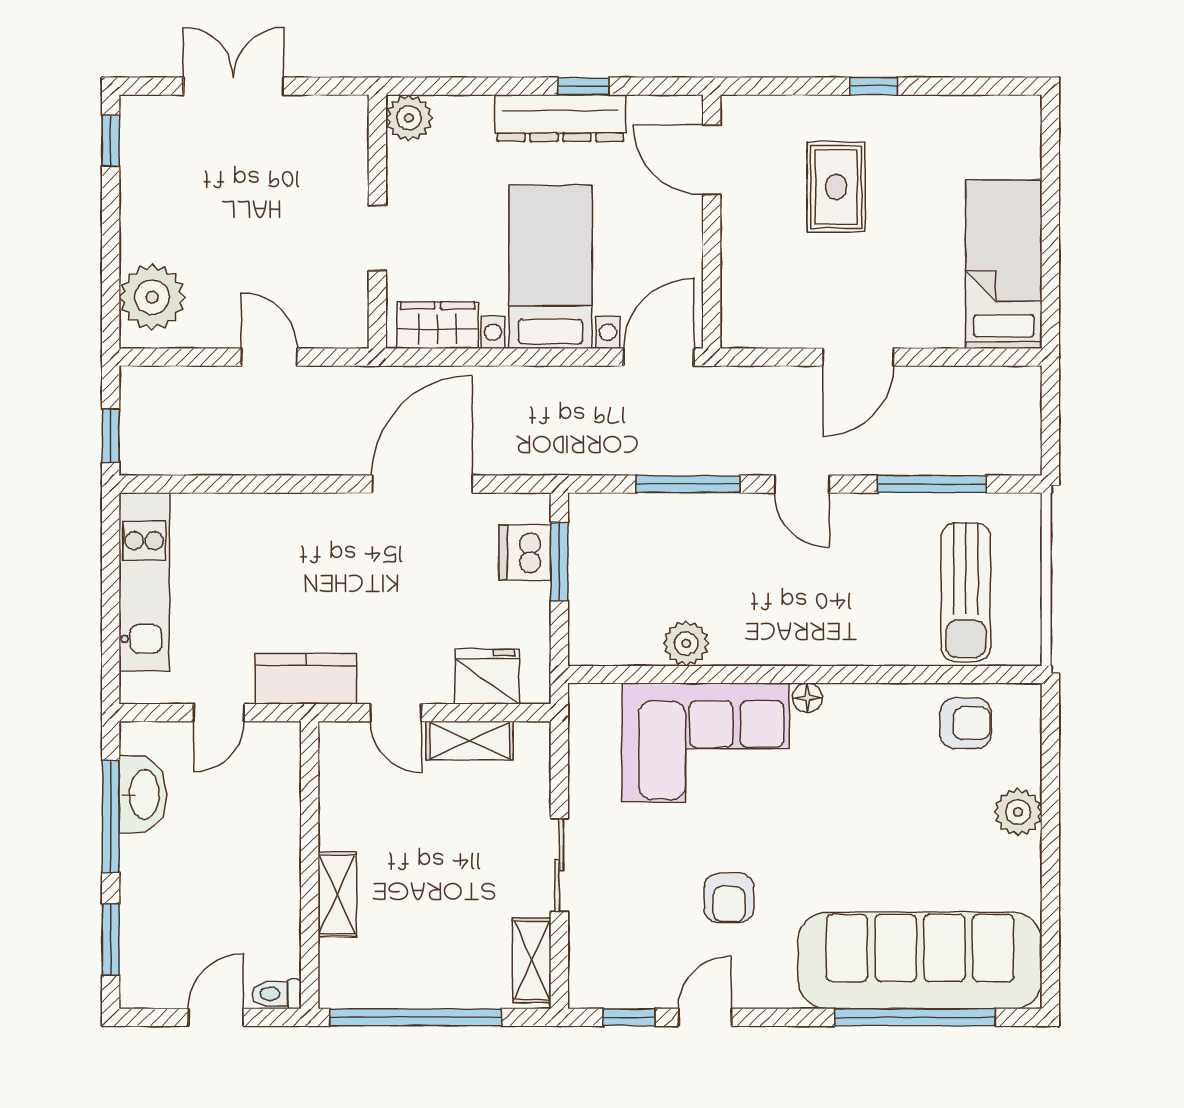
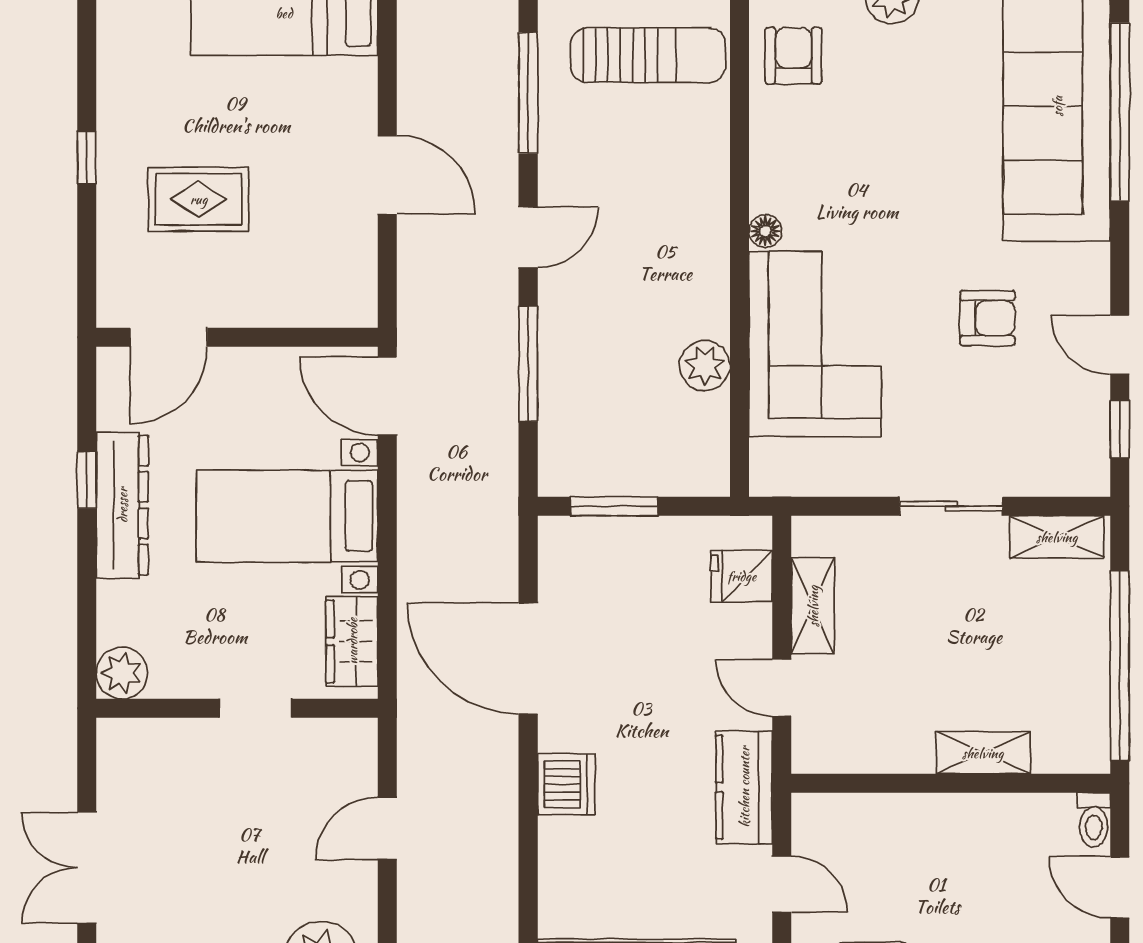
dishwasher: (525, 552) -> (566, 784), moved, turned -90
fridge: (487, 677) -> (742, 576), width x0.72
door: (396, 713) -> (782, 688), swing flipped

